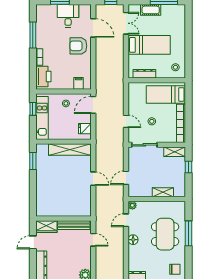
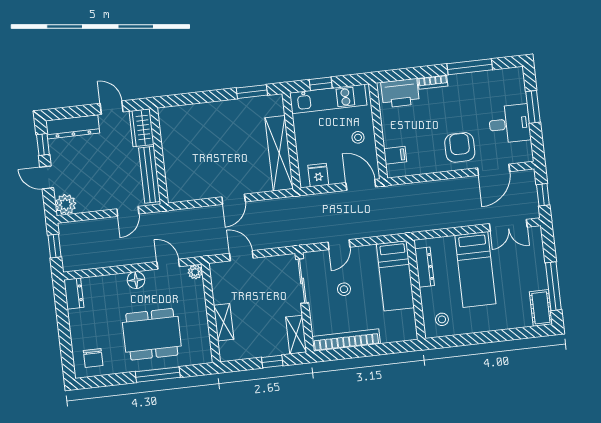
cot: (151, 10) -> (541, 308), moved
bed: (166, 95) -> (395, 276), moved, turned 180
window: (33, 109) -> (321, 84), moved

